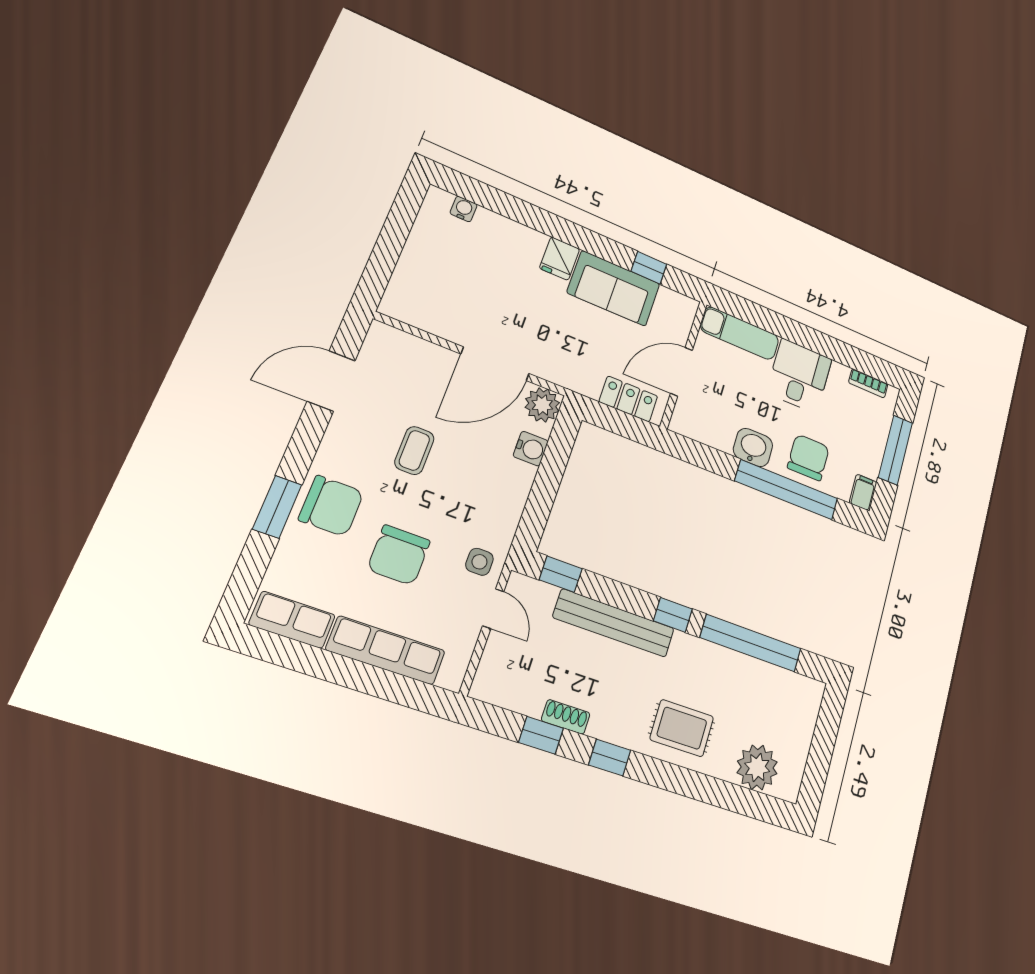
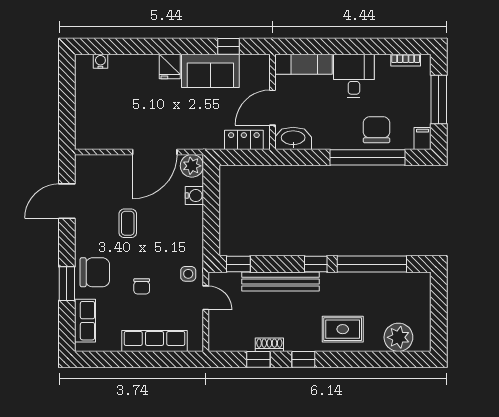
washbasin: (753, 447) -> (293, 138), moved, width x1.38
chair: (399, 555) -> (142, 286), width x0.54, depth x0.54
row of seats: (292, 620) -> (85, 321), moved, turned 90

